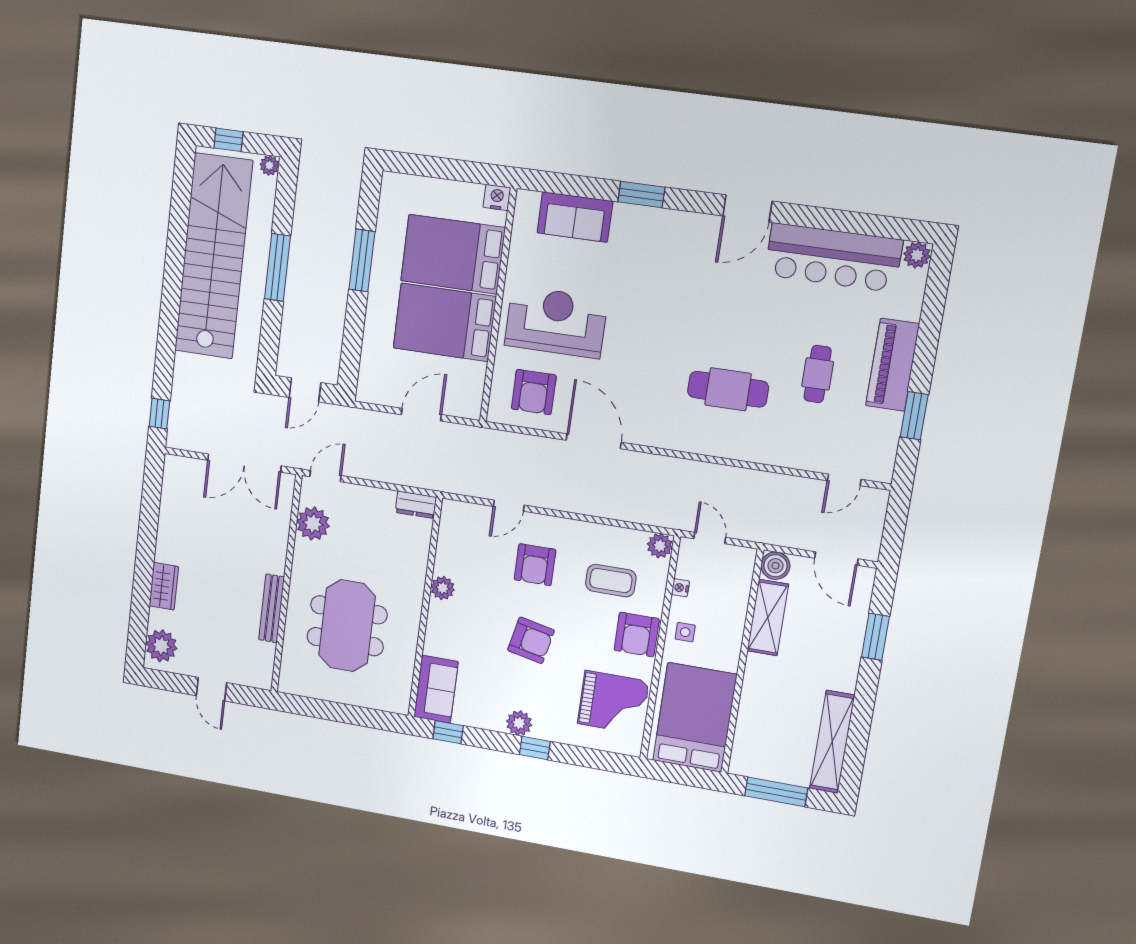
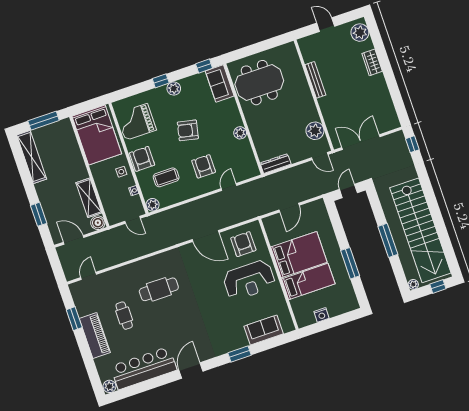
nightstand: (497, 197) -> (322, 315), moved
bed: (453, 254) -> (308, 281), width x0.67
door: (325, 476) -> (320, 156), hinge flipped
dresser: (416, 505) -> (276, 164), width x1.44
meeting table: (347, 626) -> (259, 83), moved, turned 90

